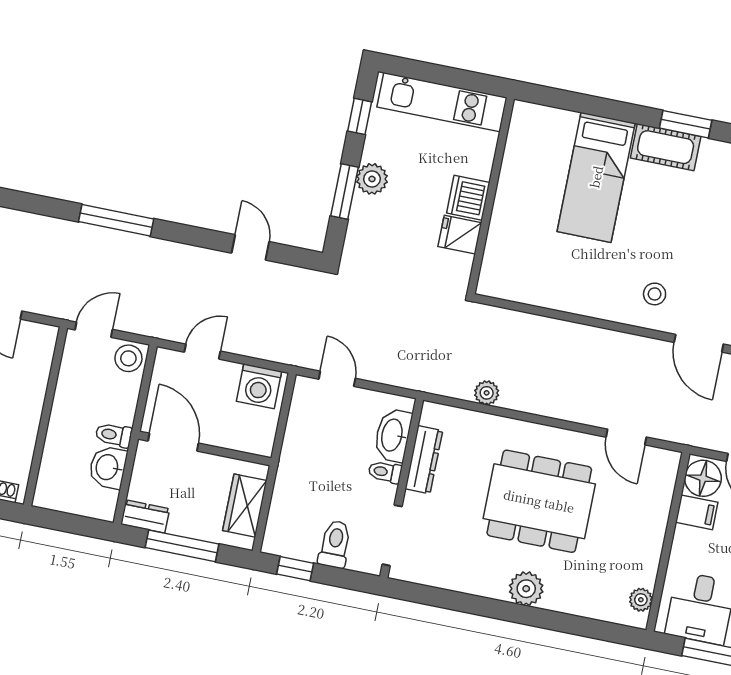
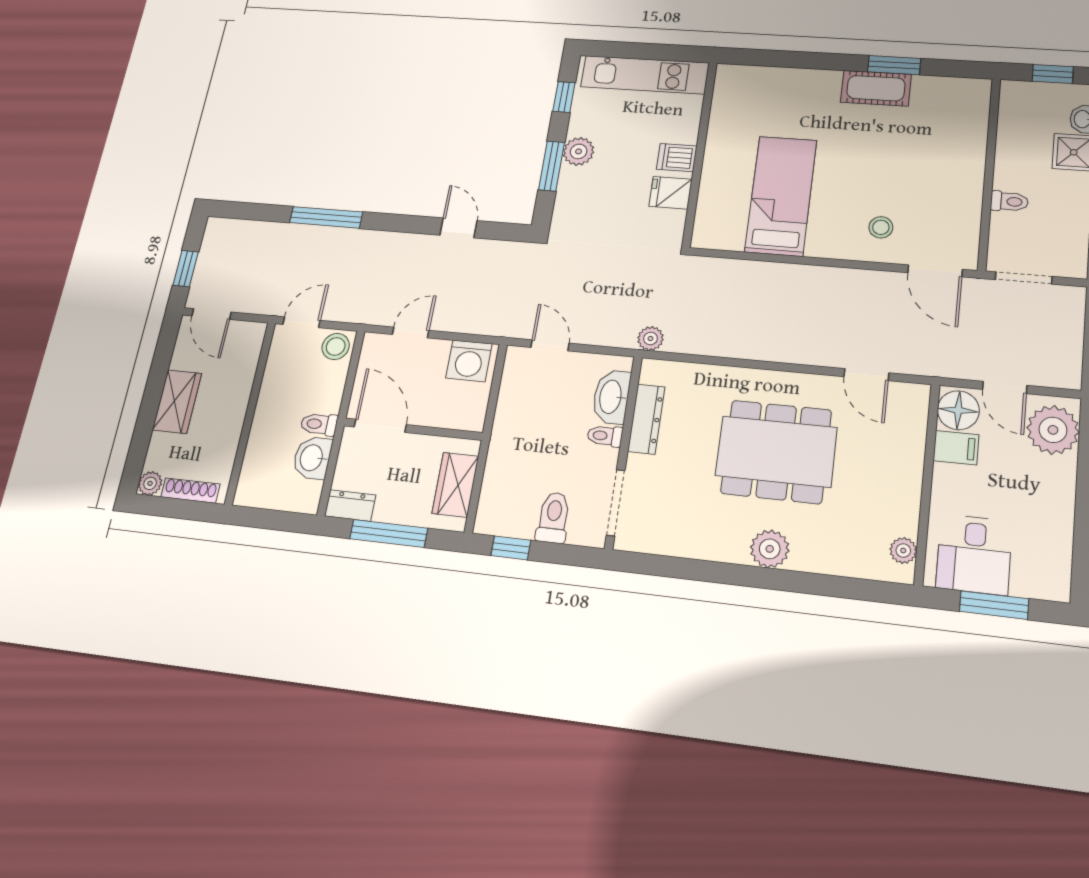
bed: (596, 177) -> (781, 196), moved, turned 180
dishwasher: (468, 198) -> (677, 158), width x0.73
plant: (487, 393) -> (650, 339), moved

